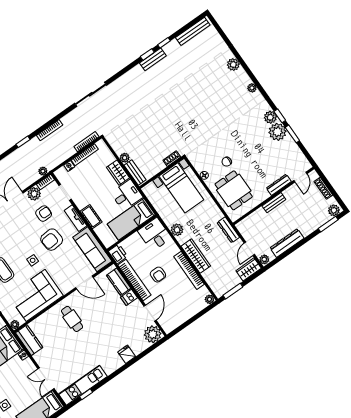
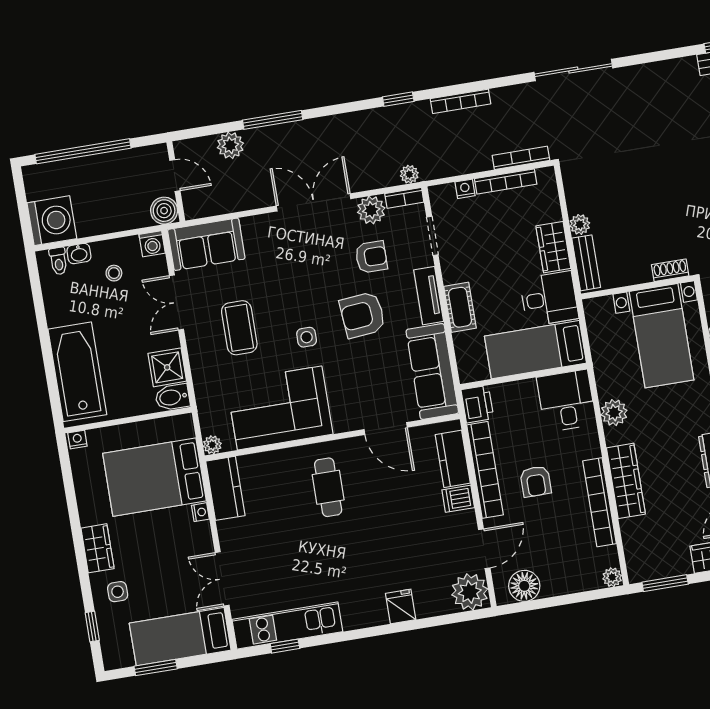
floor lamp: (174, 321) -> (524, 586), added

